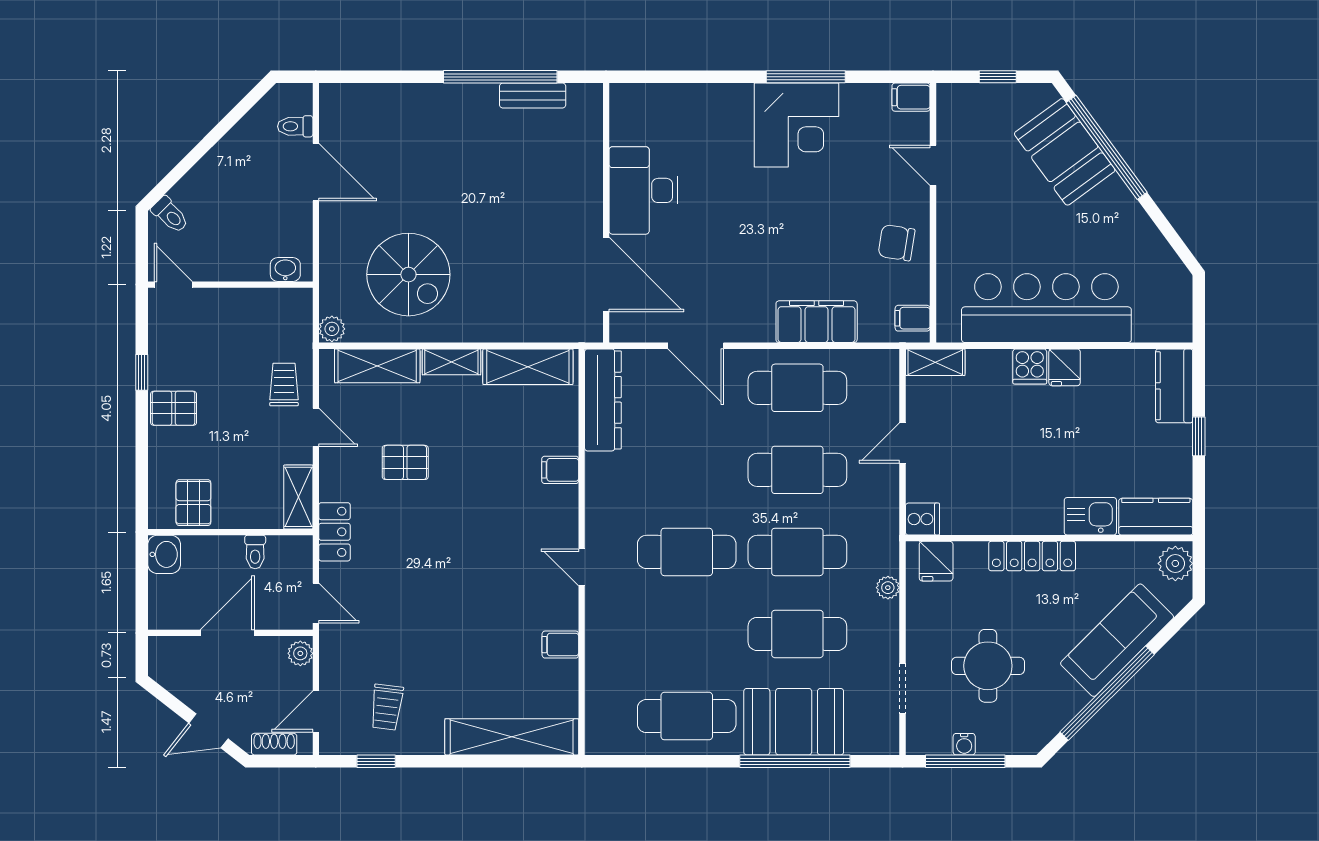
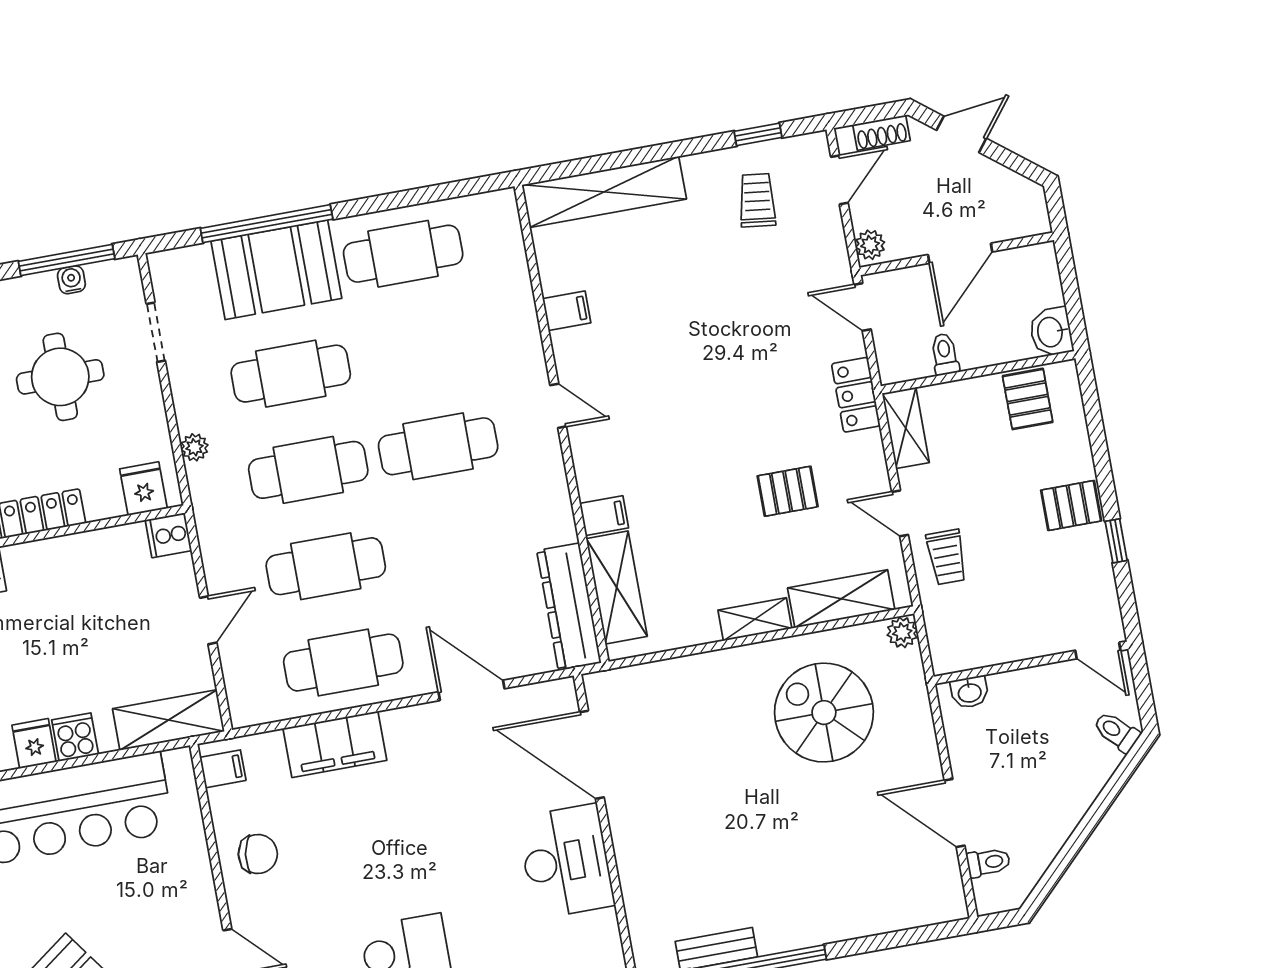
shelving: (935, 362) -> (169, 720), width x1.50, depth x1.33
shelving: (528, 367) -> (617, 587), moved, turned 90

